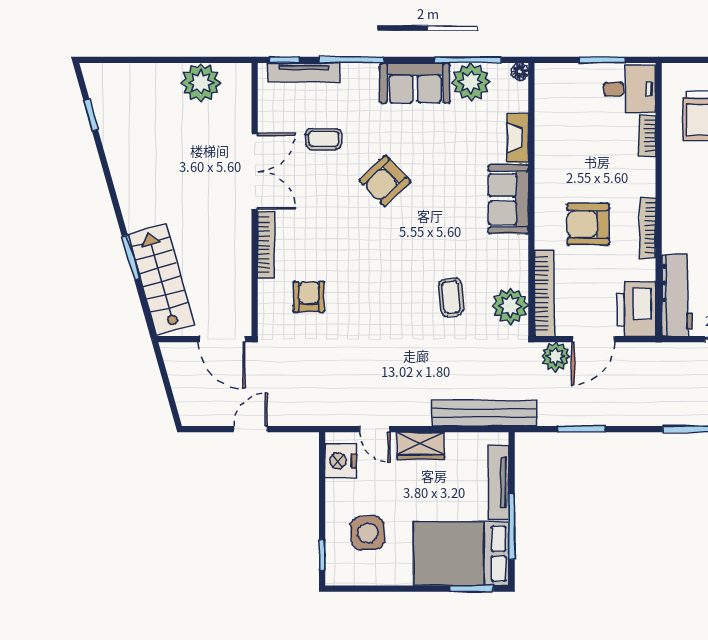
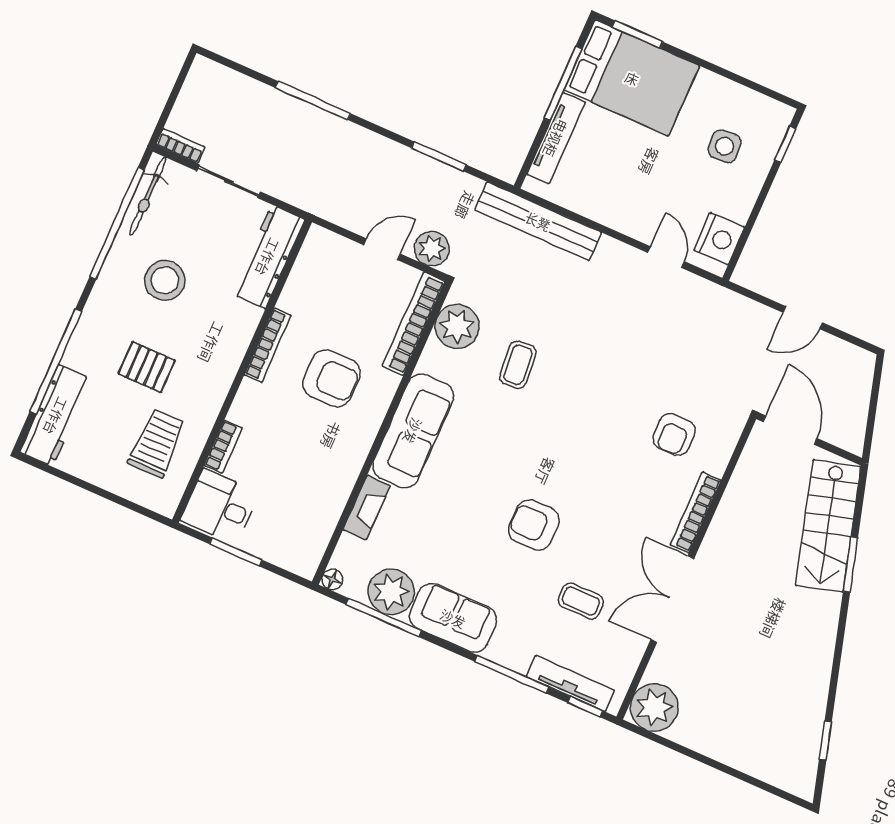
plant: (201, 83) -> (654, 707), moved
armchair: (385, 181) -> (534, 525), turned -136
sofa: (508, 199) -> (413, 431), width x1.36
printer: (636, 309) -> (320, 262), removed
door: (593, 339) -> (382, 249), width x0.73
wardrobe: (420, 446) -> (624, 217), removed
side table: (368, 533) -> (725, 146), width x0.73, depth x0.73

